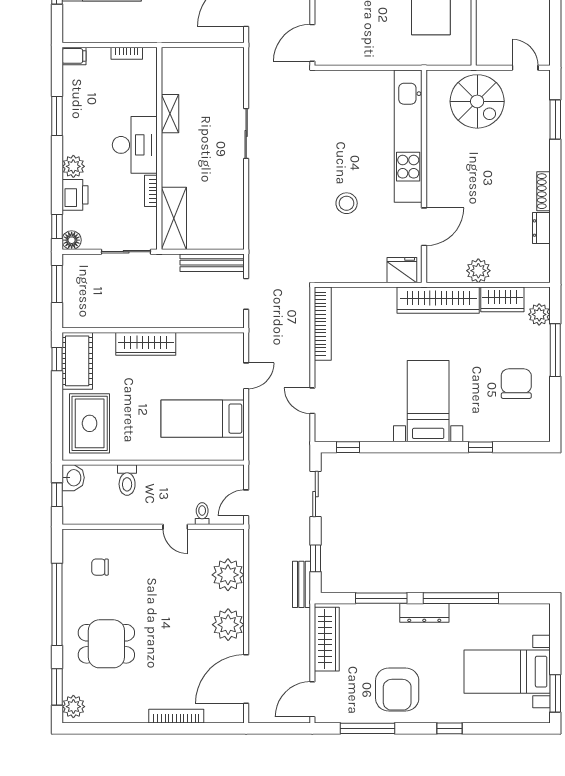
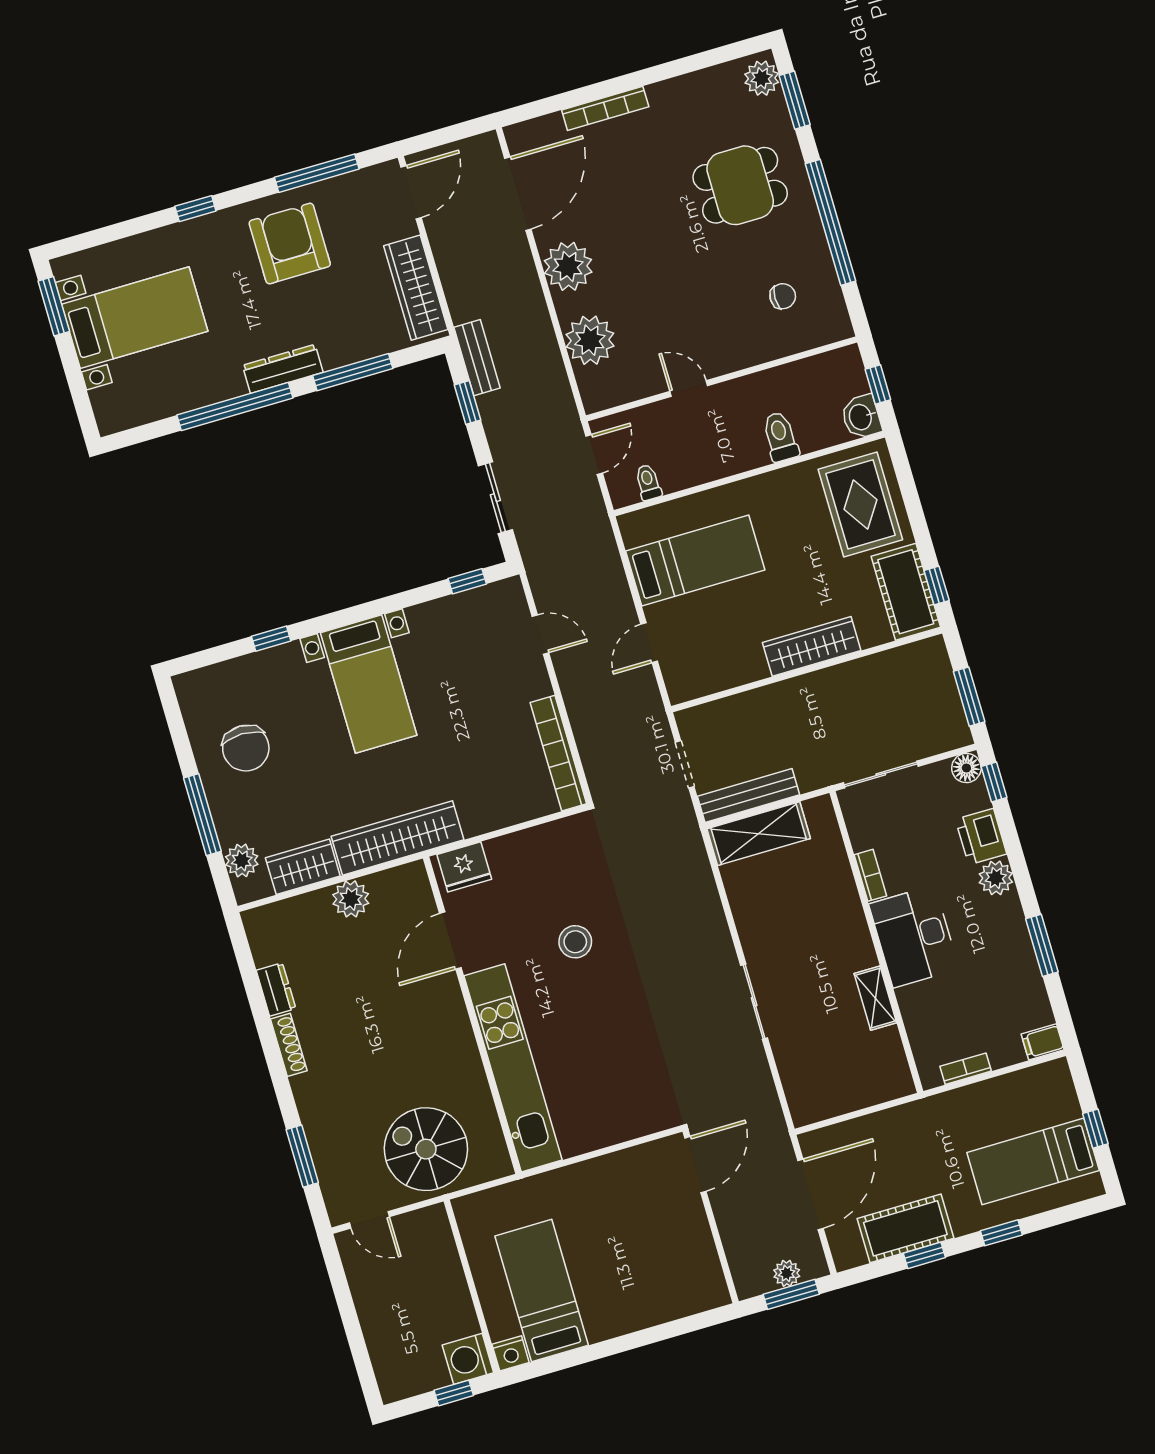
shelving: (174, 218) -> (759, 834), moved, turned 90
toilet: (202, 514) -> (648, 482), moved, turned 180

